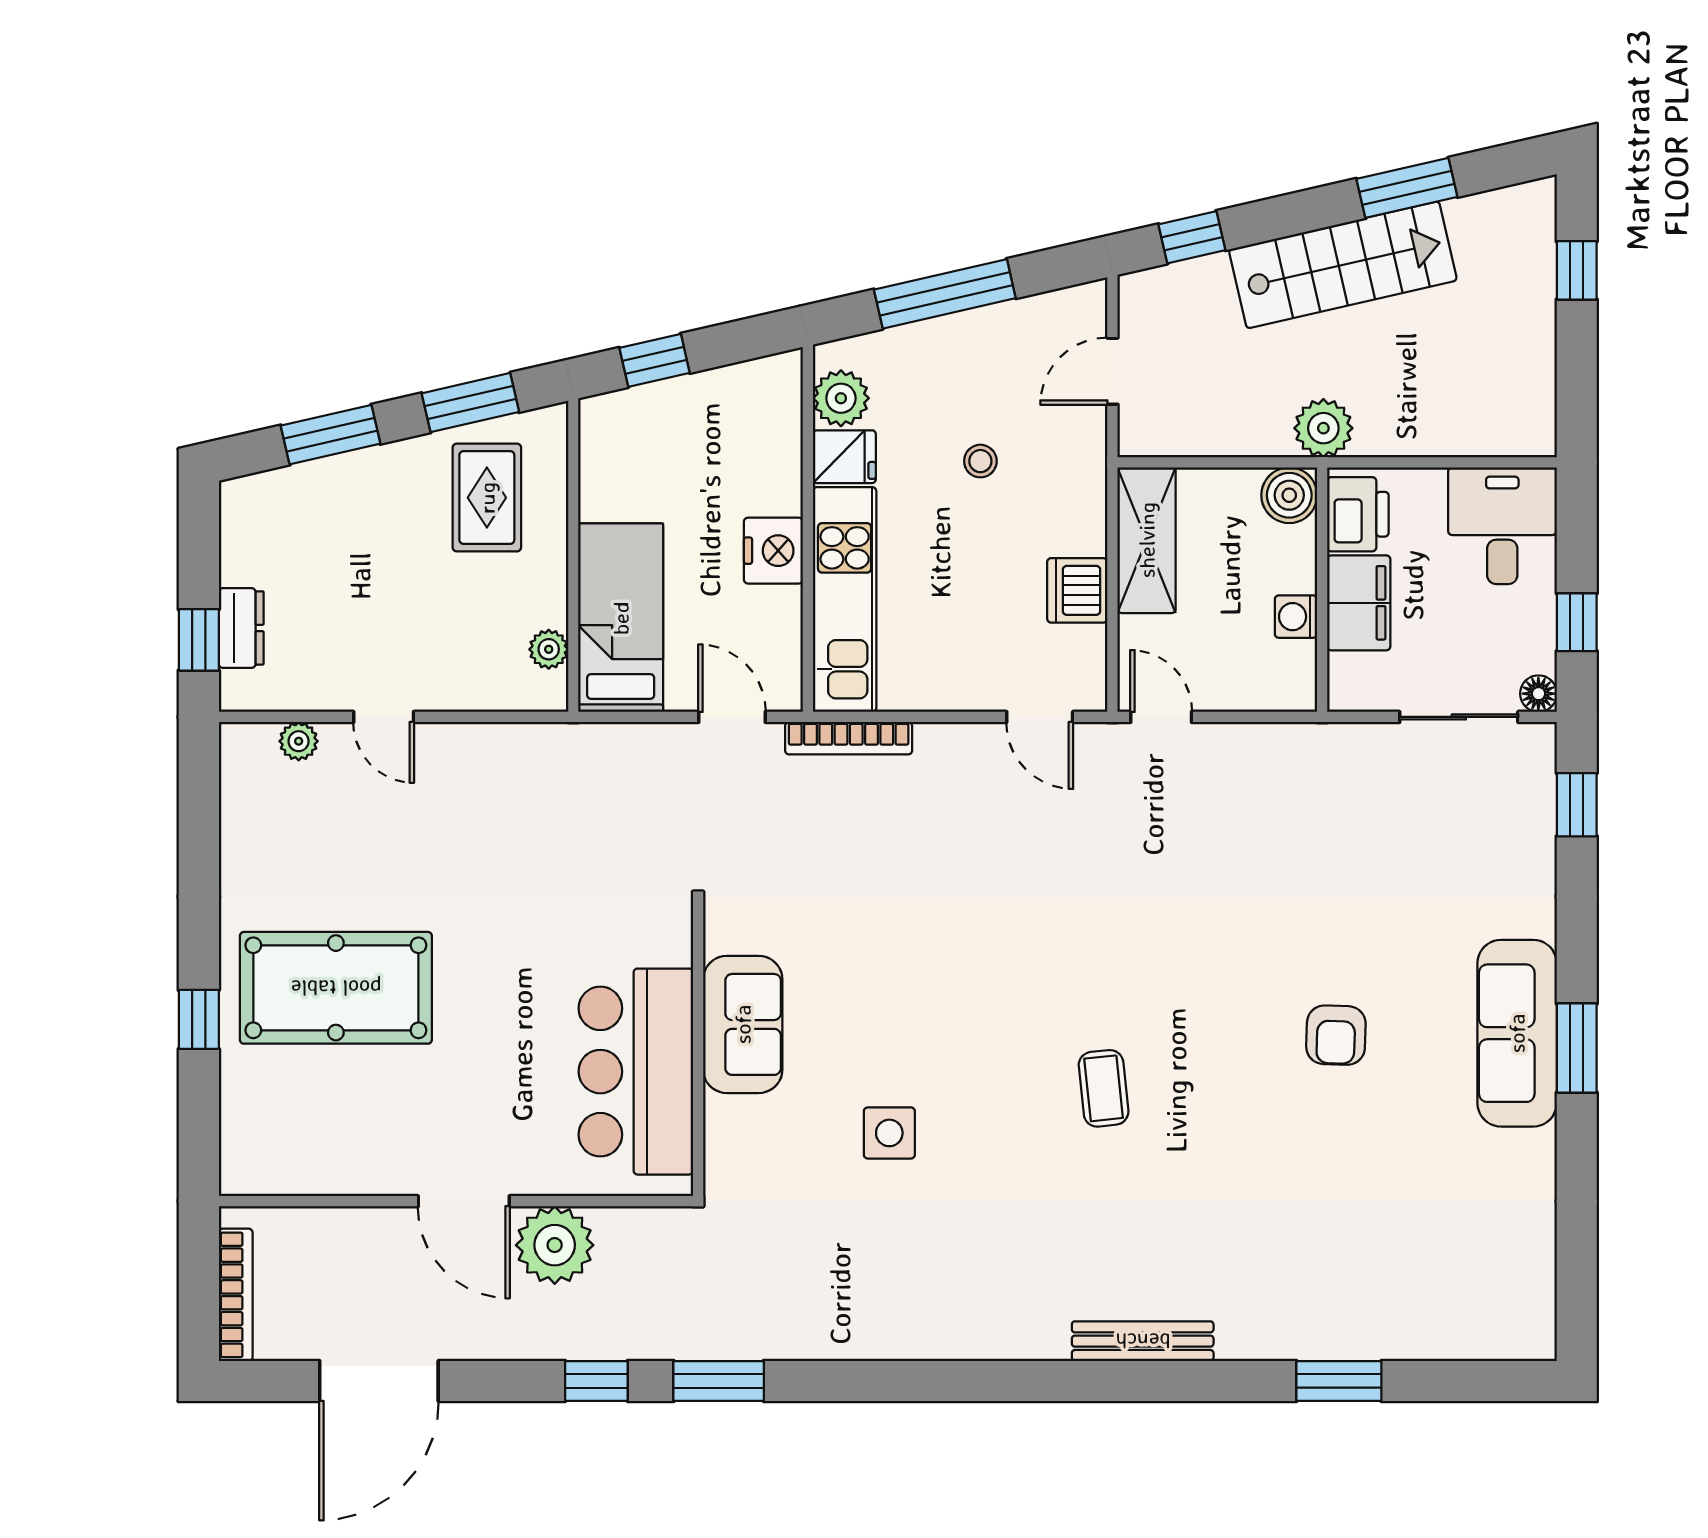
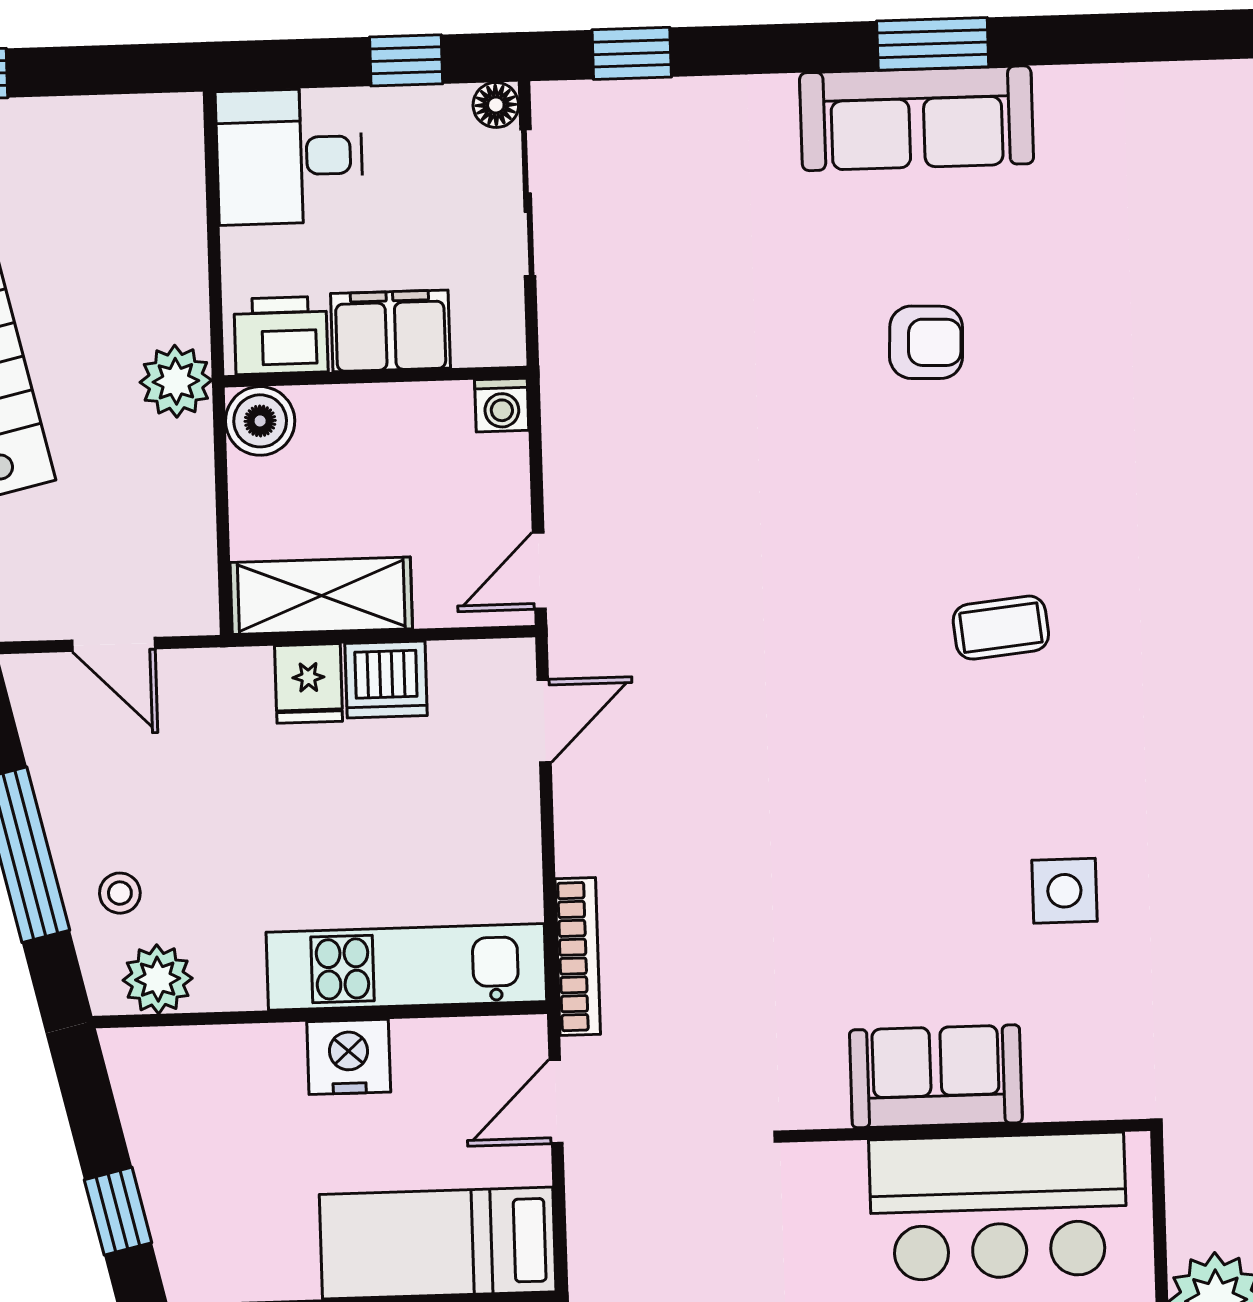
fridge: (844, 457) -> (309, 683), moved, turned 180
stool: (980, 461) -> (120, 893), moved
washing machine: (1296, 617) -> (502, 405), moved

